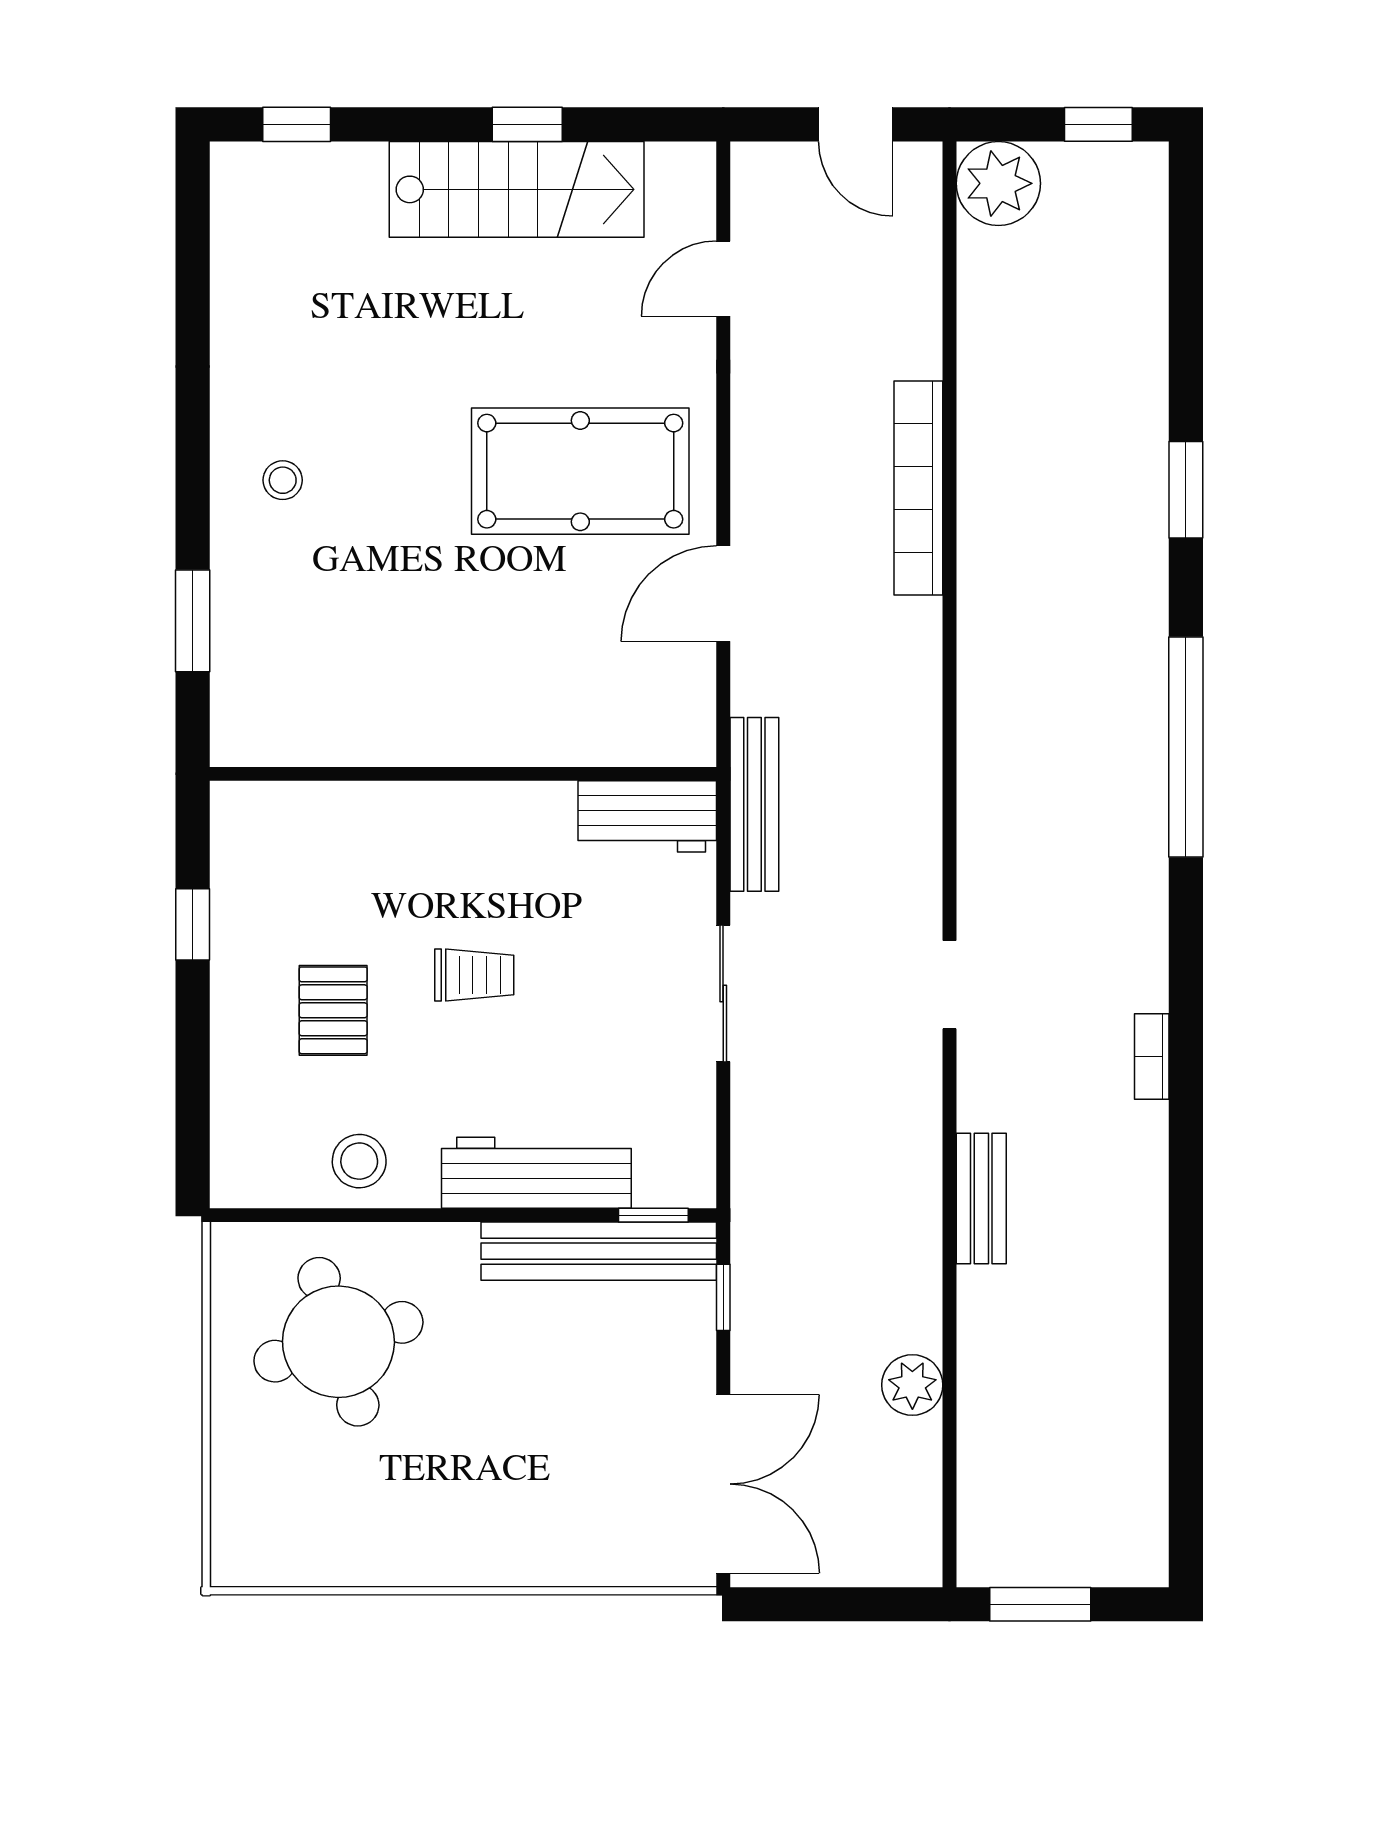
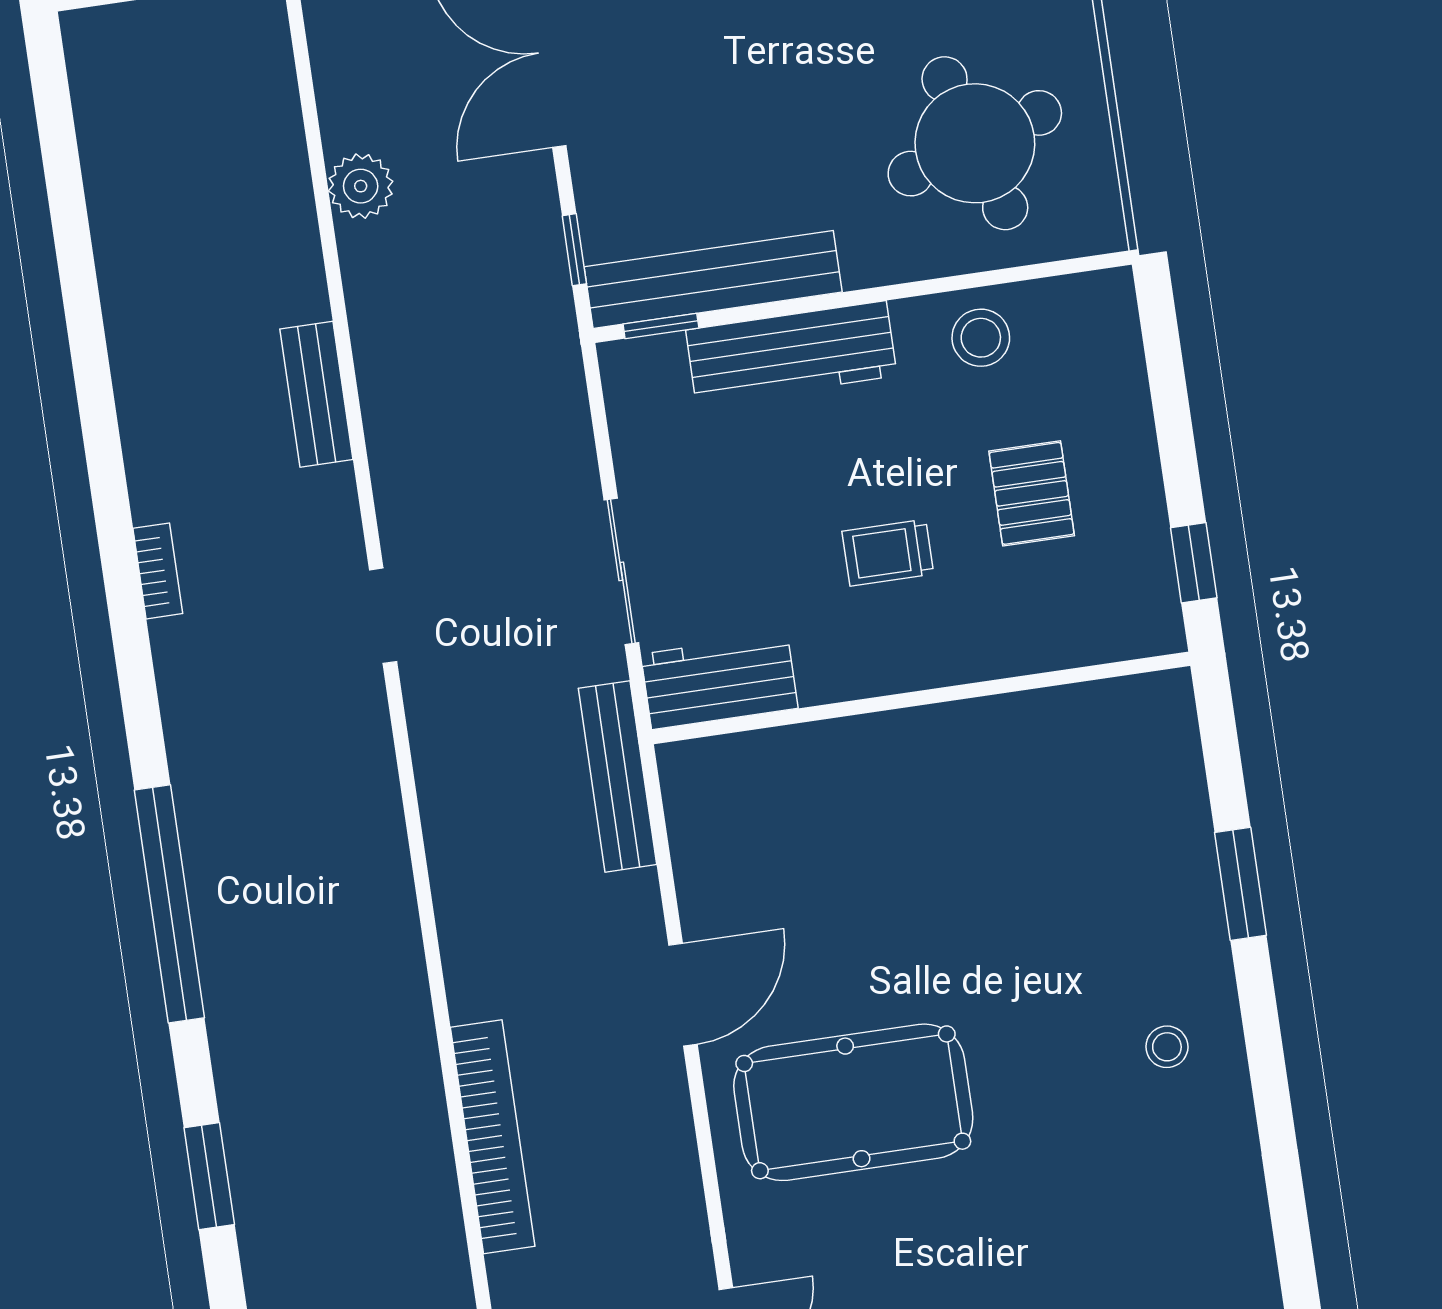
wall: (463, 774) -> (921, 698), moved
workbench: (647, 816) -> (719, 681), moved

